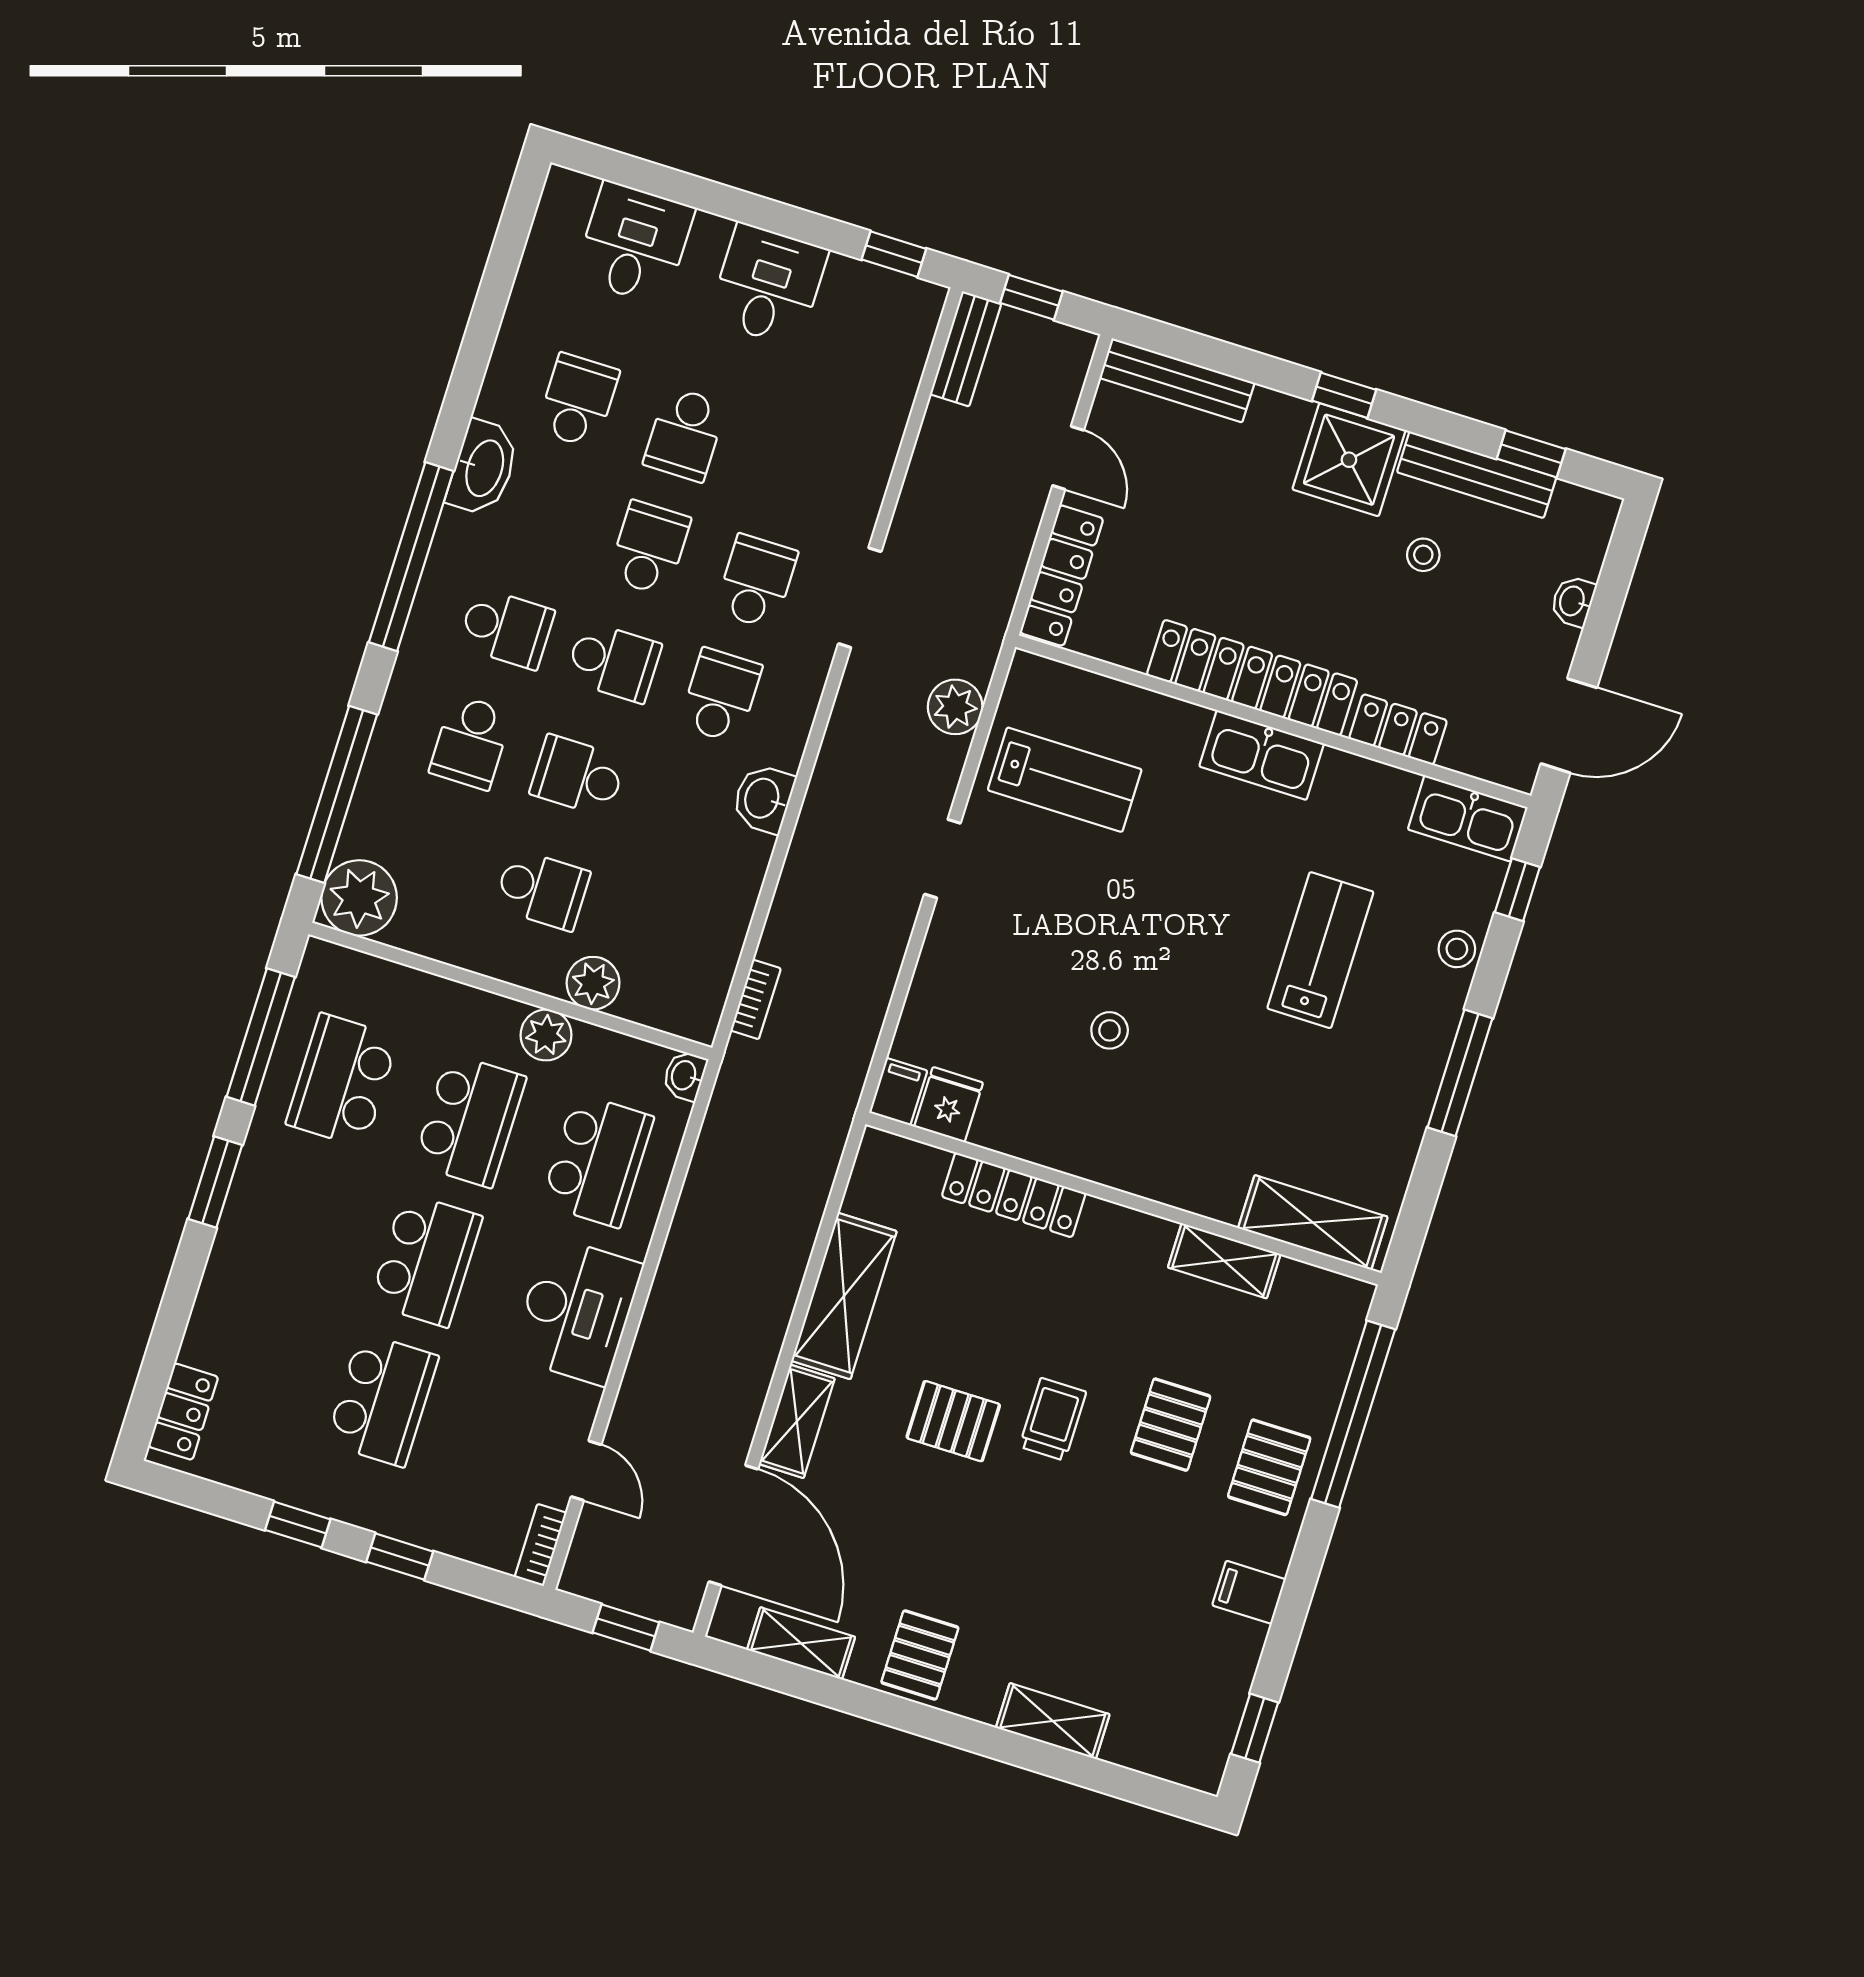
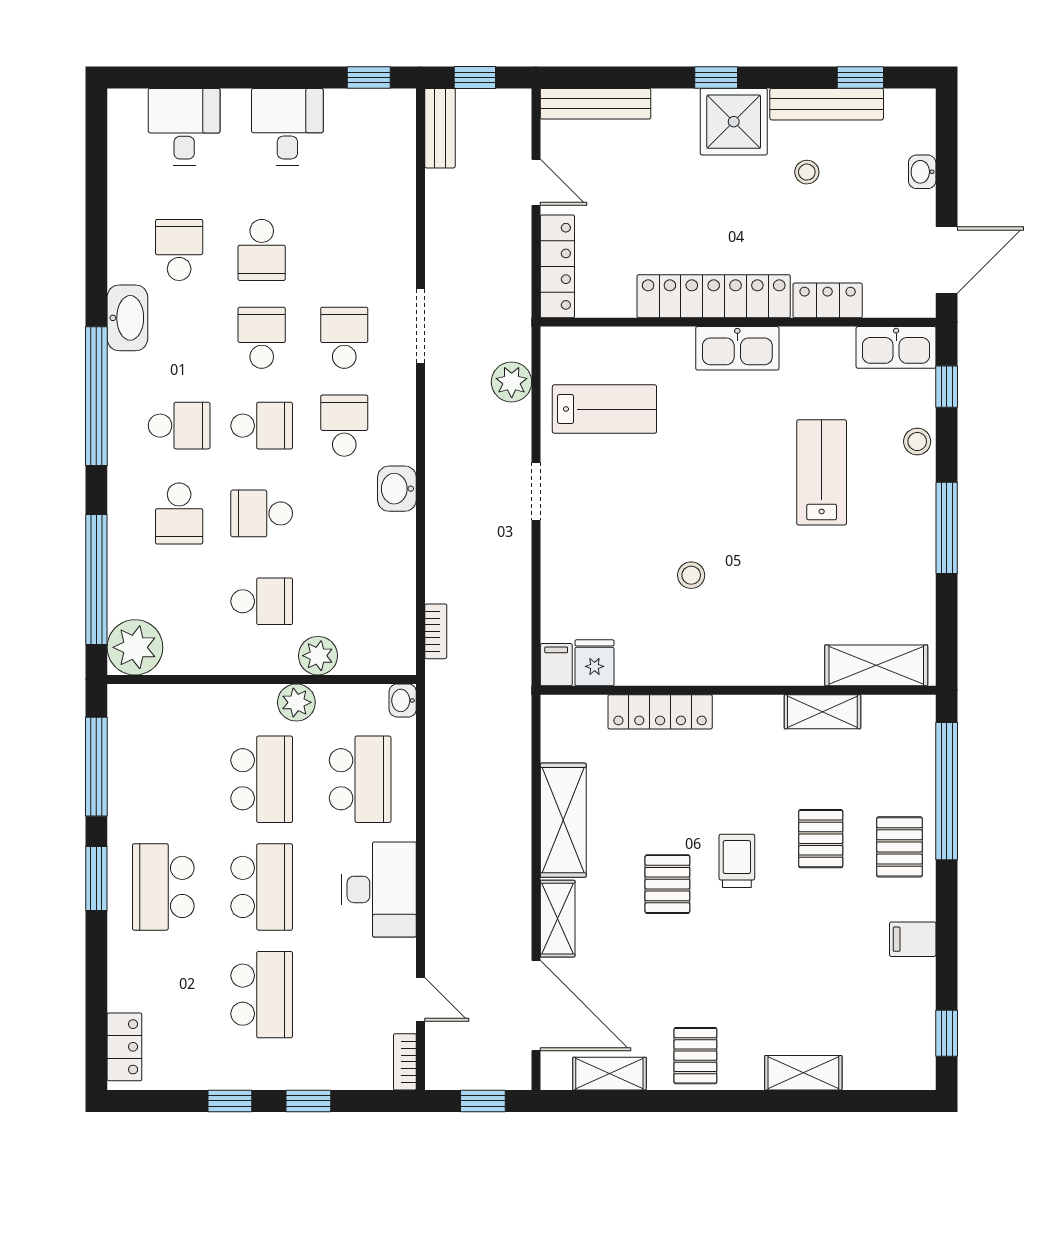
school desk: (342, 1080) -> (163, 887), moved
pallet: (953, 1421) -> (667, 884), turned 90

